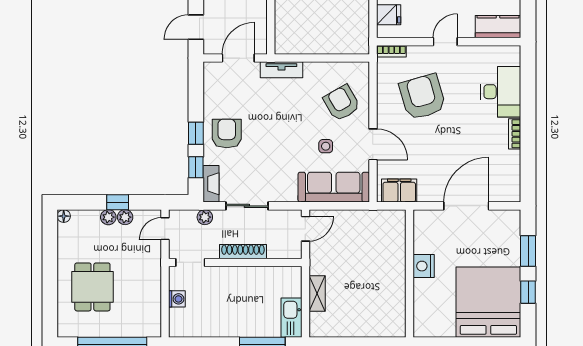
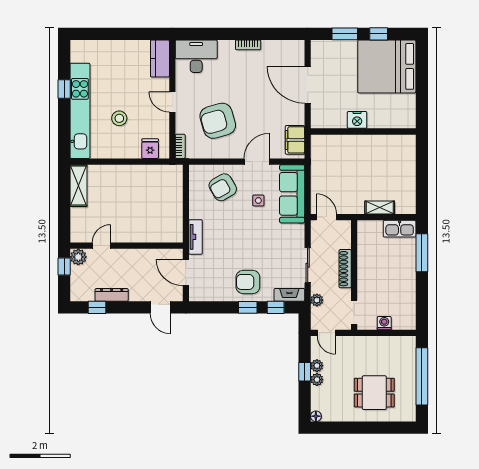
desk: (501, 92) -> (196, 56), moved

